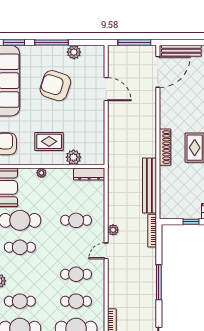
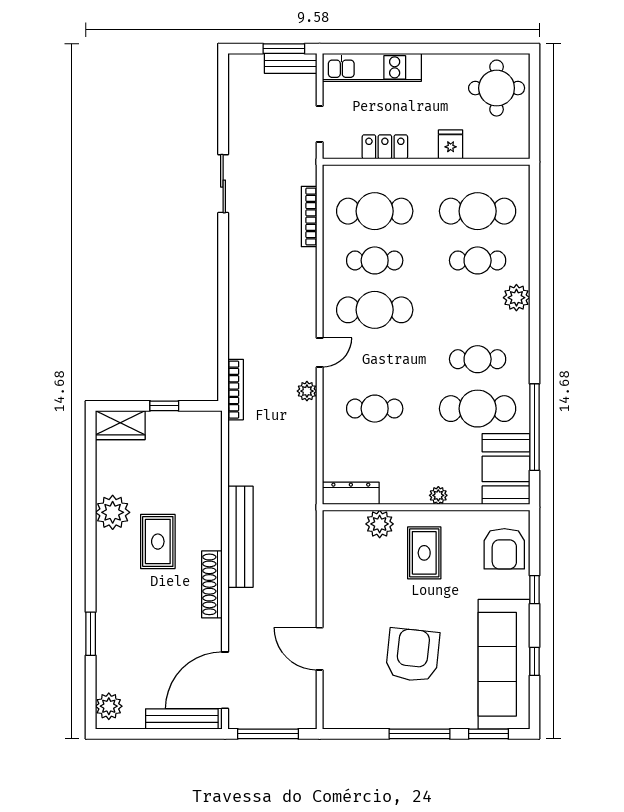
plant: (74, 52) -> (379, 716), removed
armchair: (55, 86) -> (413, 655), turned -102
rug: (49, 141) -> (424, 553), turned 90
shoe rack: (165, 147) -> (212, 584), moved
bench: (149, 185) -> (240, 537), moved
cafe table: (76, 274) -> (375, 310), width x1.37, depth x1.35
window: (159, 282) -> (223, 295), removed

